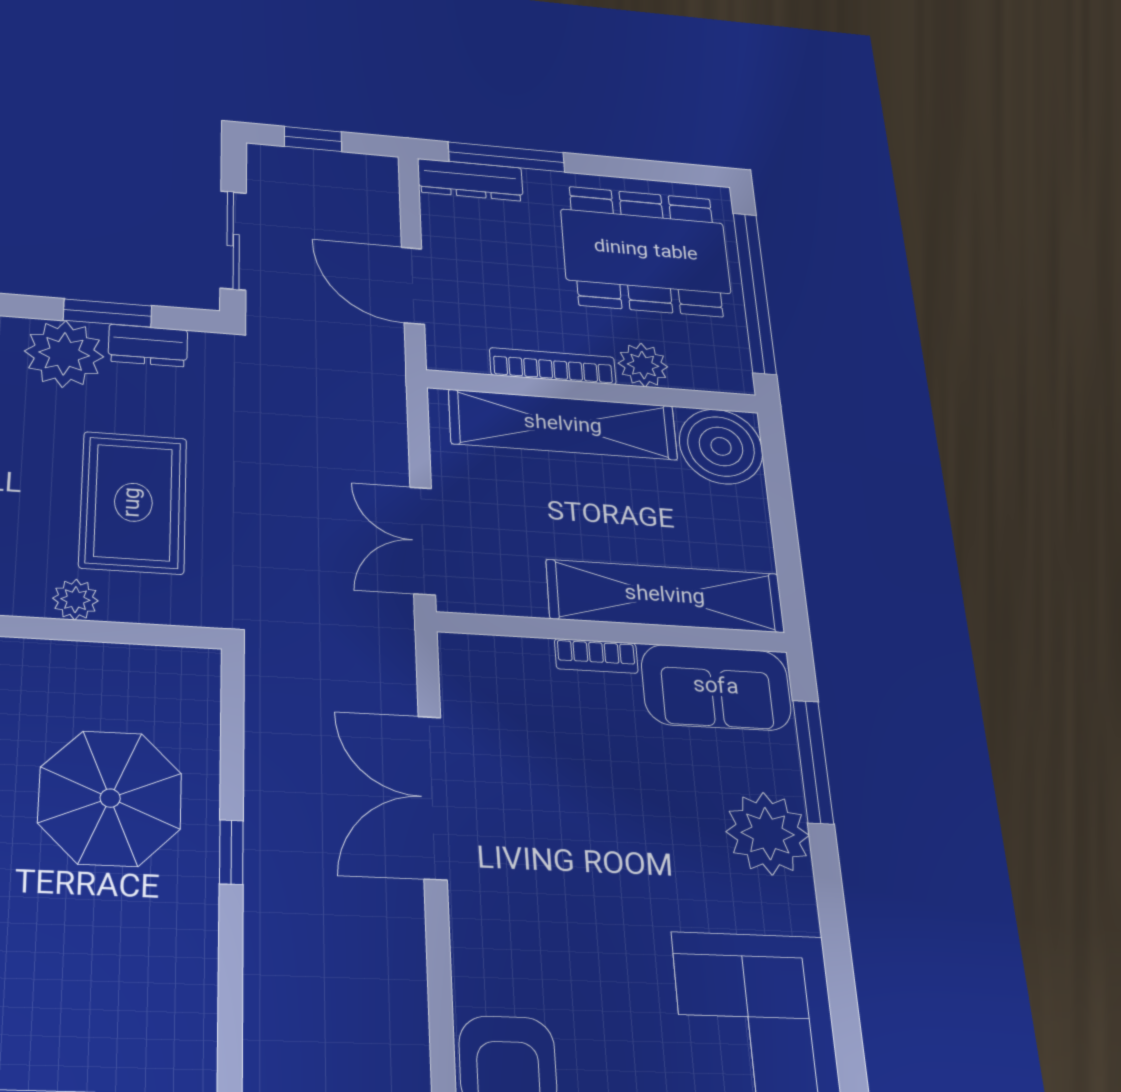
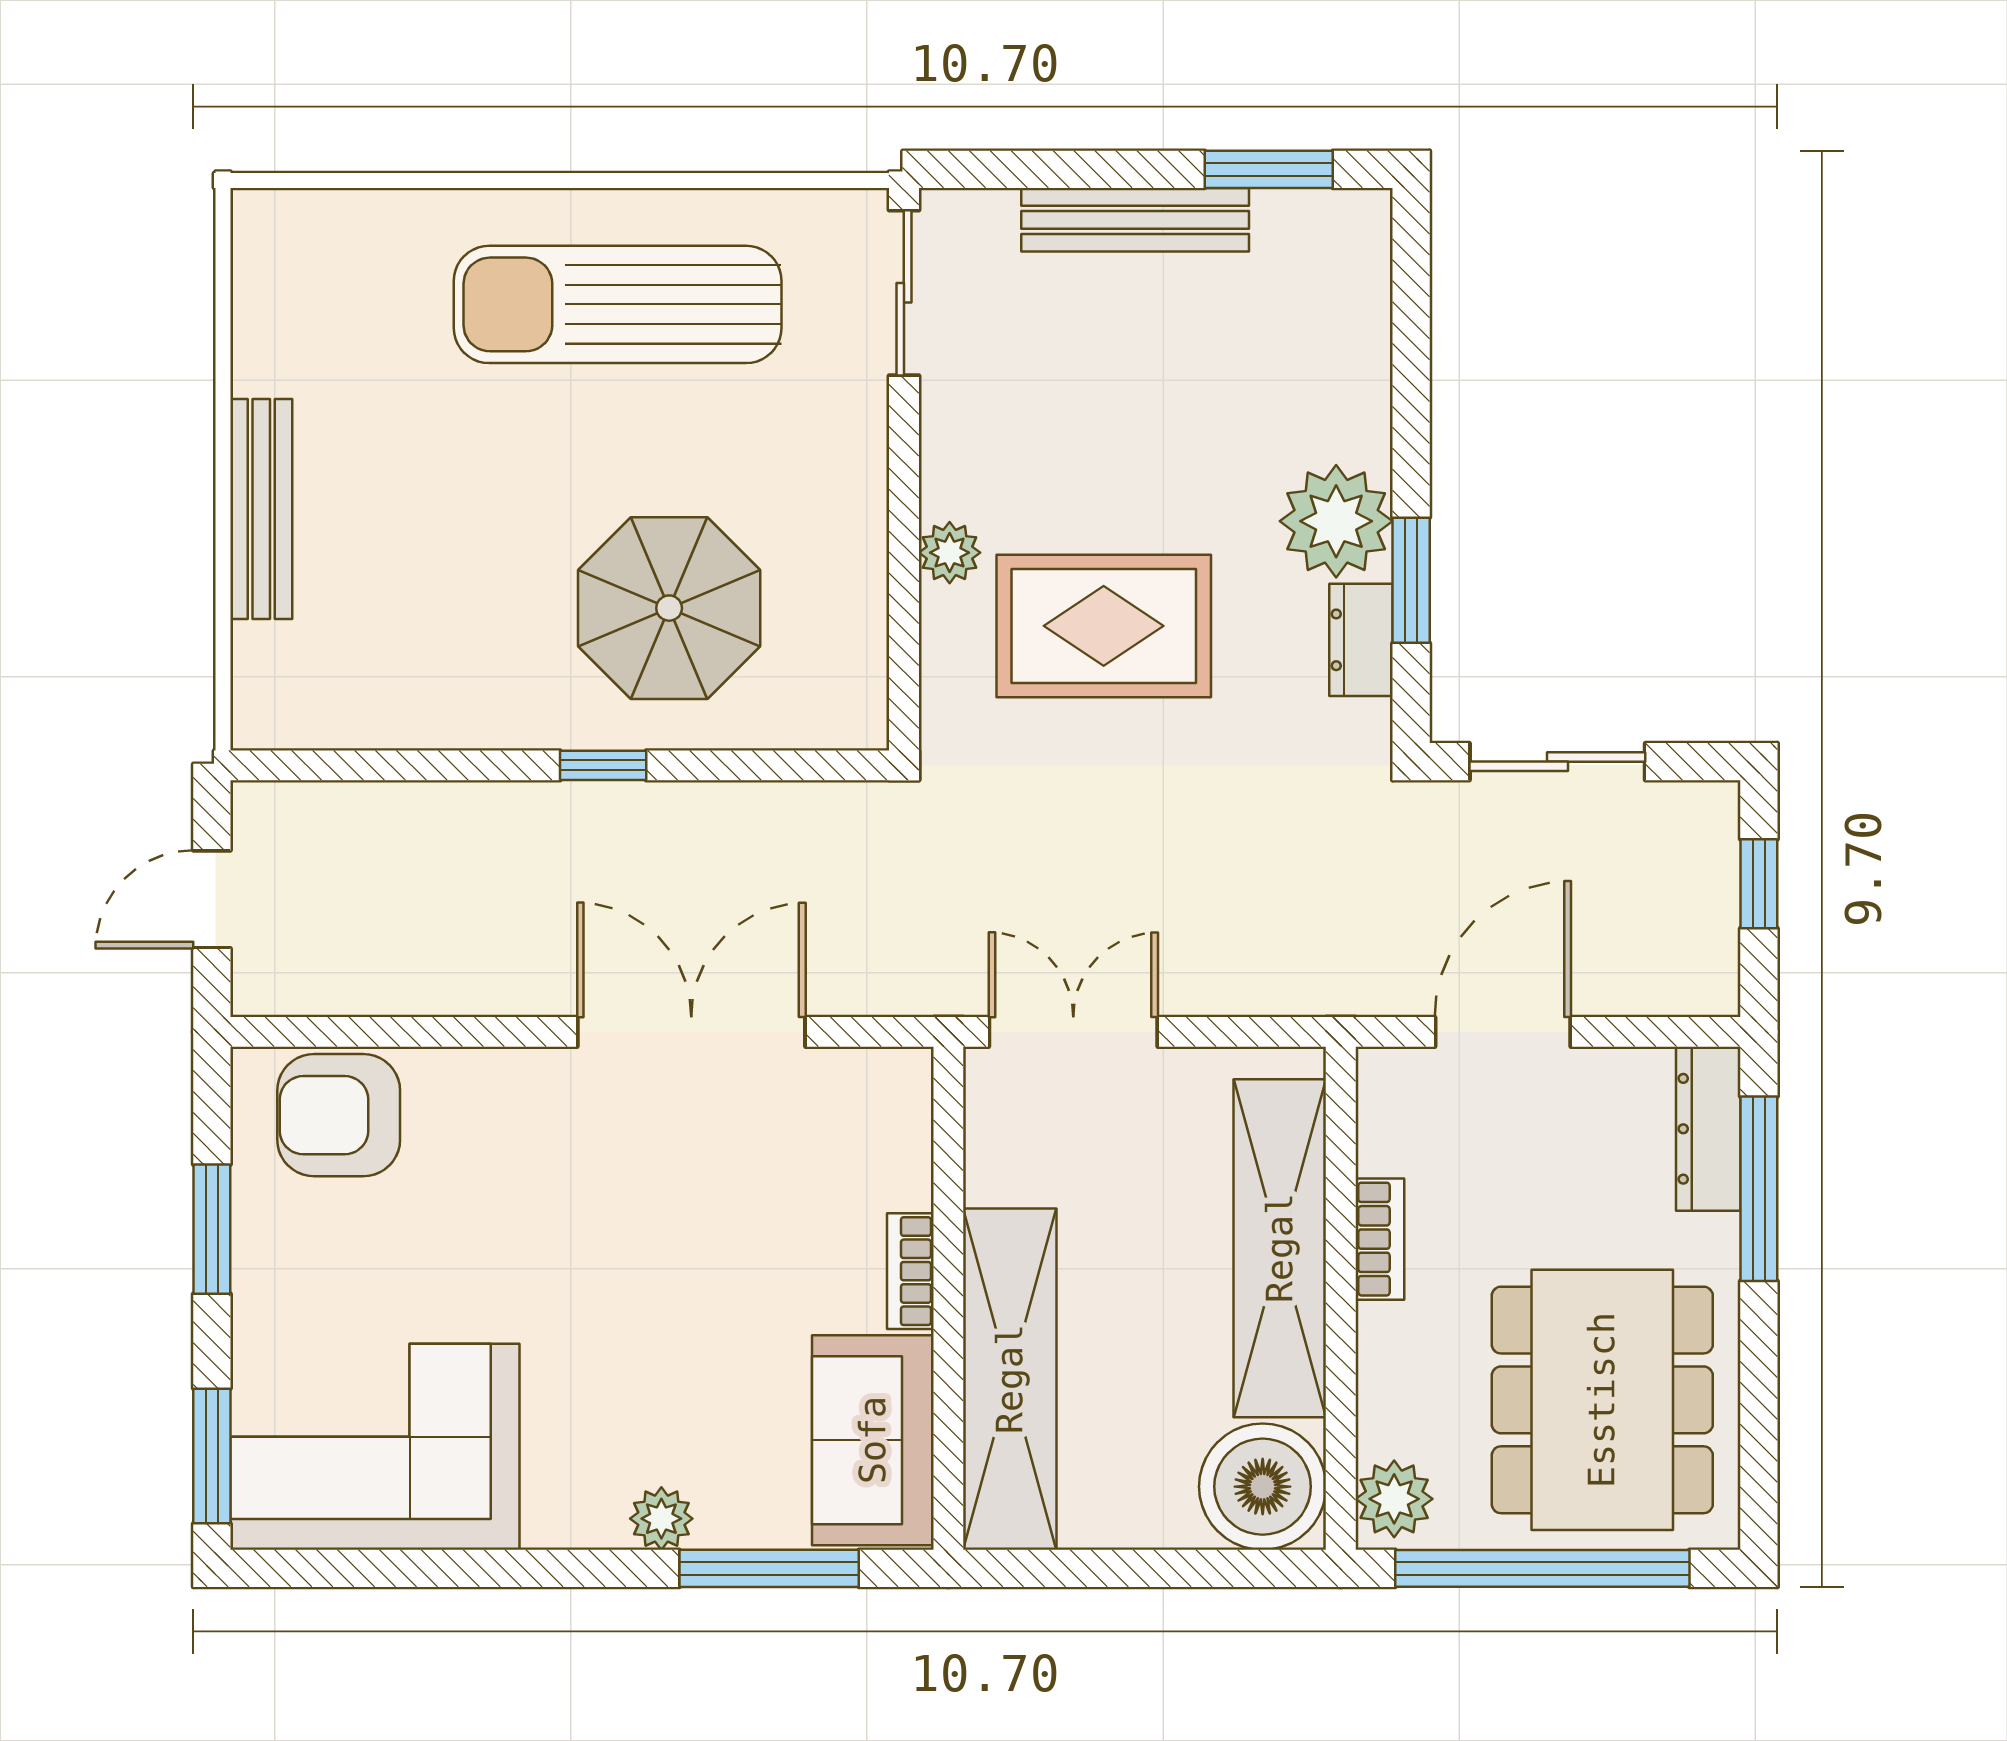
plant: (643, 365) -> (1394, 1499), moved
bookcase: (553, 366) -> (1380, 1239), width x0.64
plant: (768, 834) -> (661, 1519), width x0.53, depth x0.53

